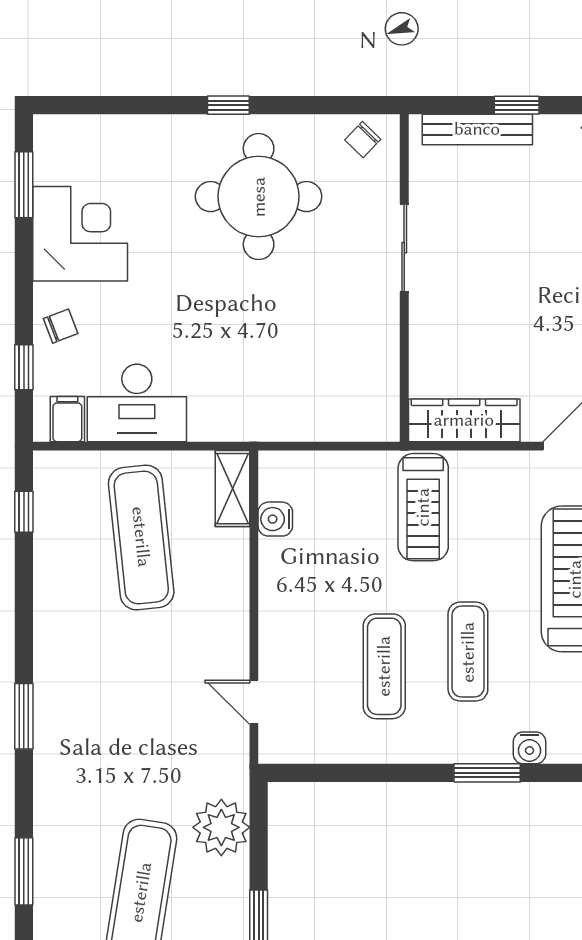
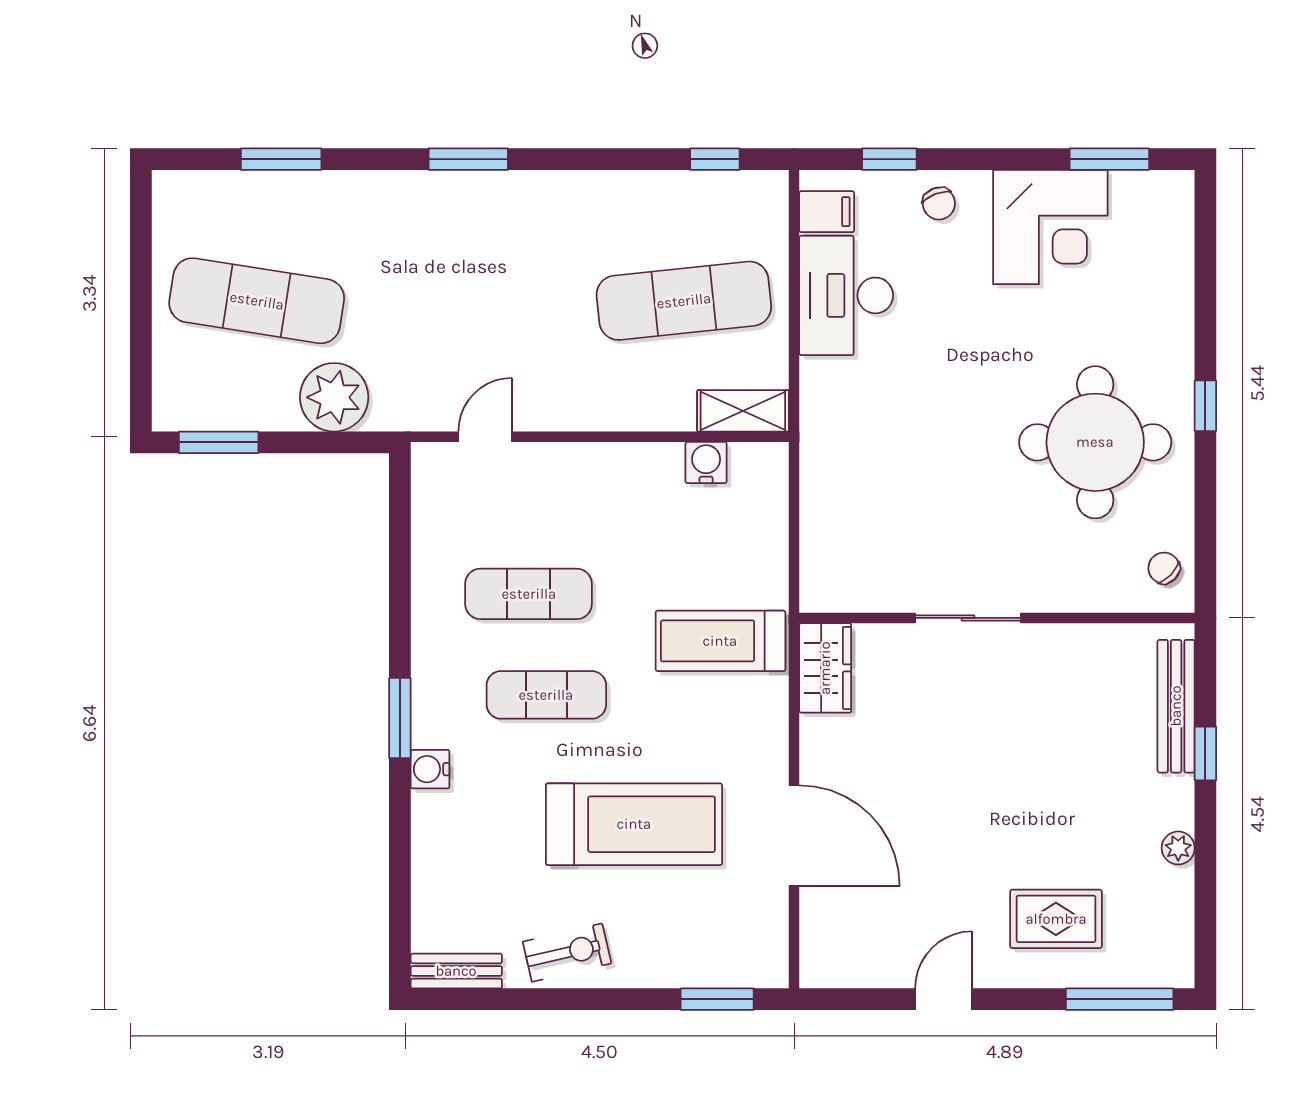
sliding door: (404, 248) -> (968, 618), moved
wardrobe: (464, 420) -> (825, 668), width x0.67

